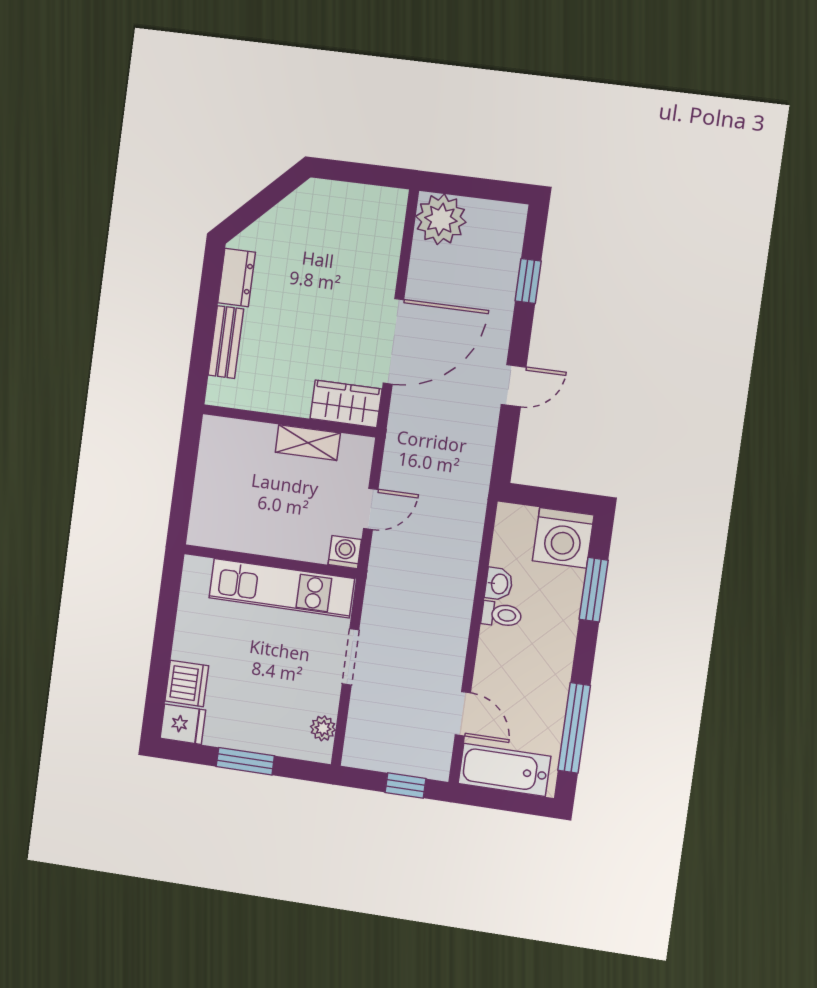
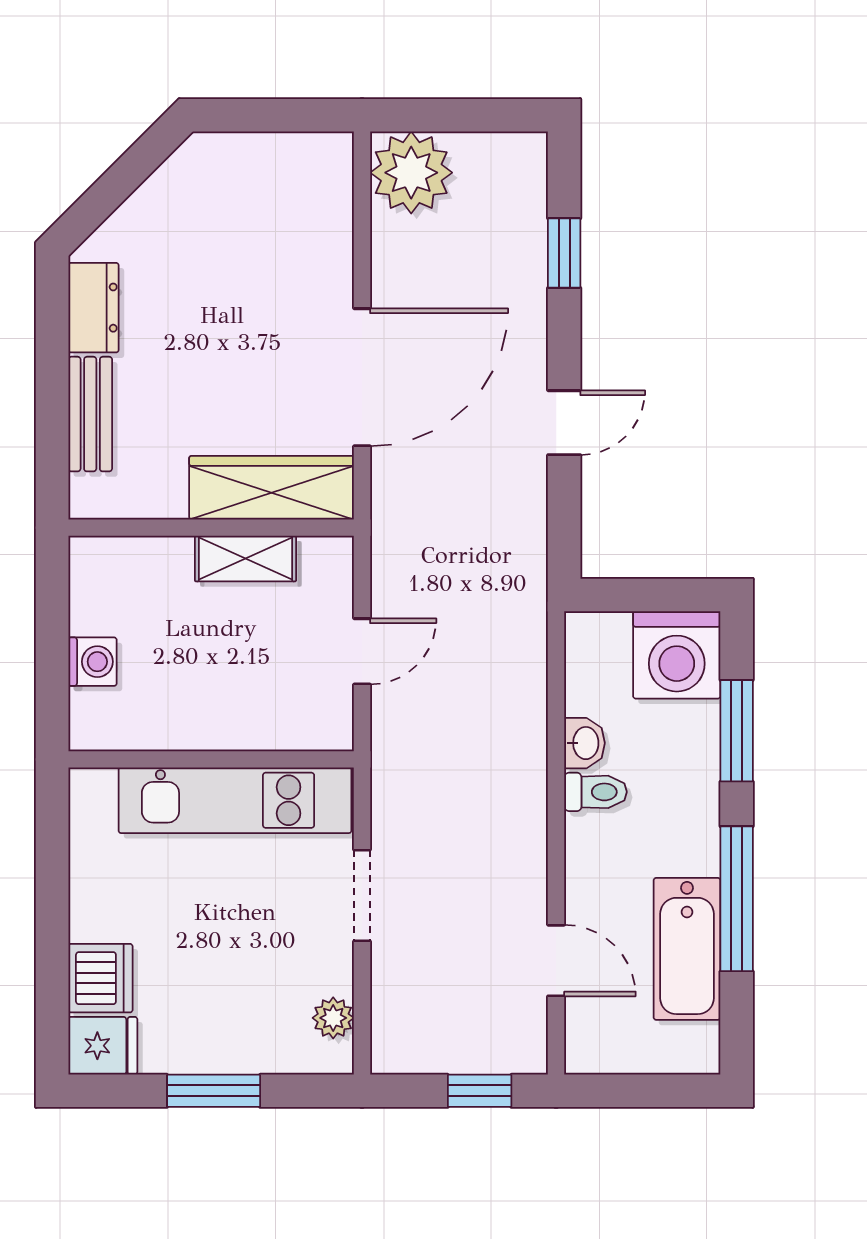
wardrobe: (346, 404) -> (271, 488), width x1.50
washing machine: (345, 552) -> (92, 662), moved, turned 90
window: (574, 728) -> (737, 899), moved
bathtub: (504, 770) -> (687, 949), moved, turned -90

